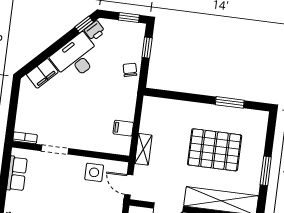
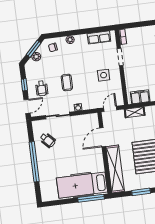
filing cabinet: (123, 128) -> (140, 97), width x2.00
side table: (94, 172) -> (104, 75), moved

